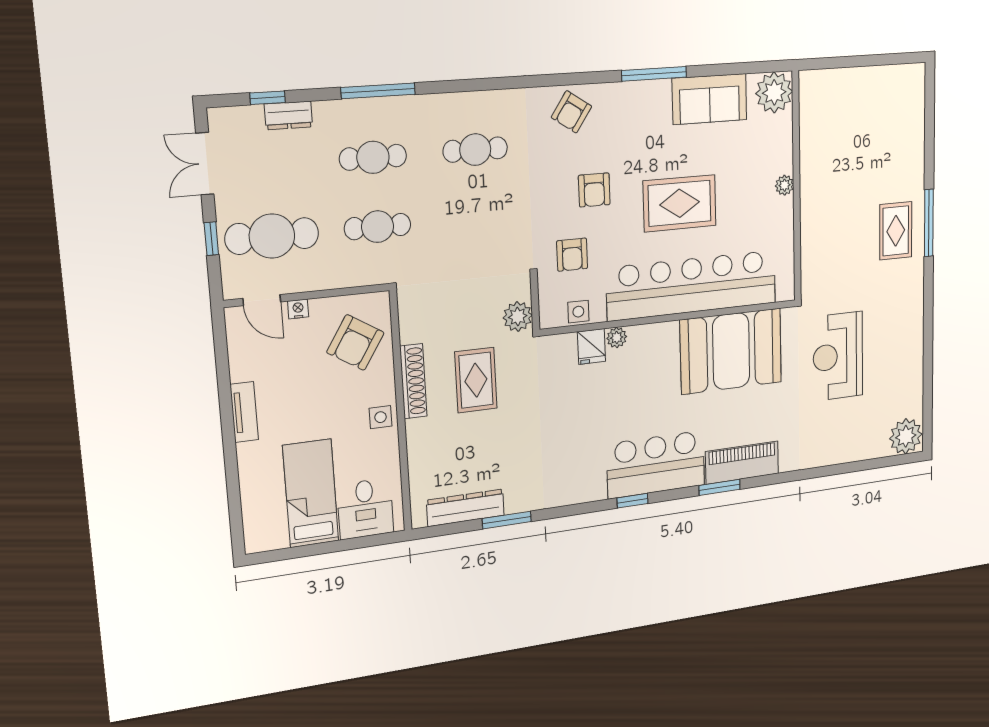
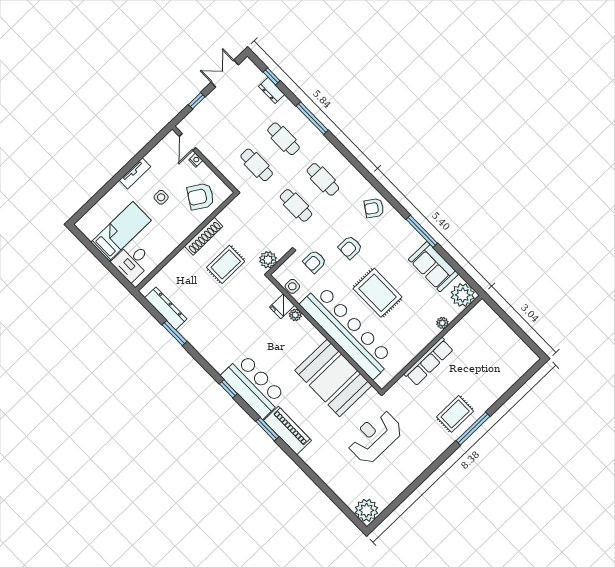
plant: (784, 185) -> (442, 323), moved
row of seats: (813, 210) -> (429, 362), added
cafe table: (272, 236) -> (296, 205), moved, width x0.73, depth x0.74
side table: (381, 417) -> (161, 197), moved

